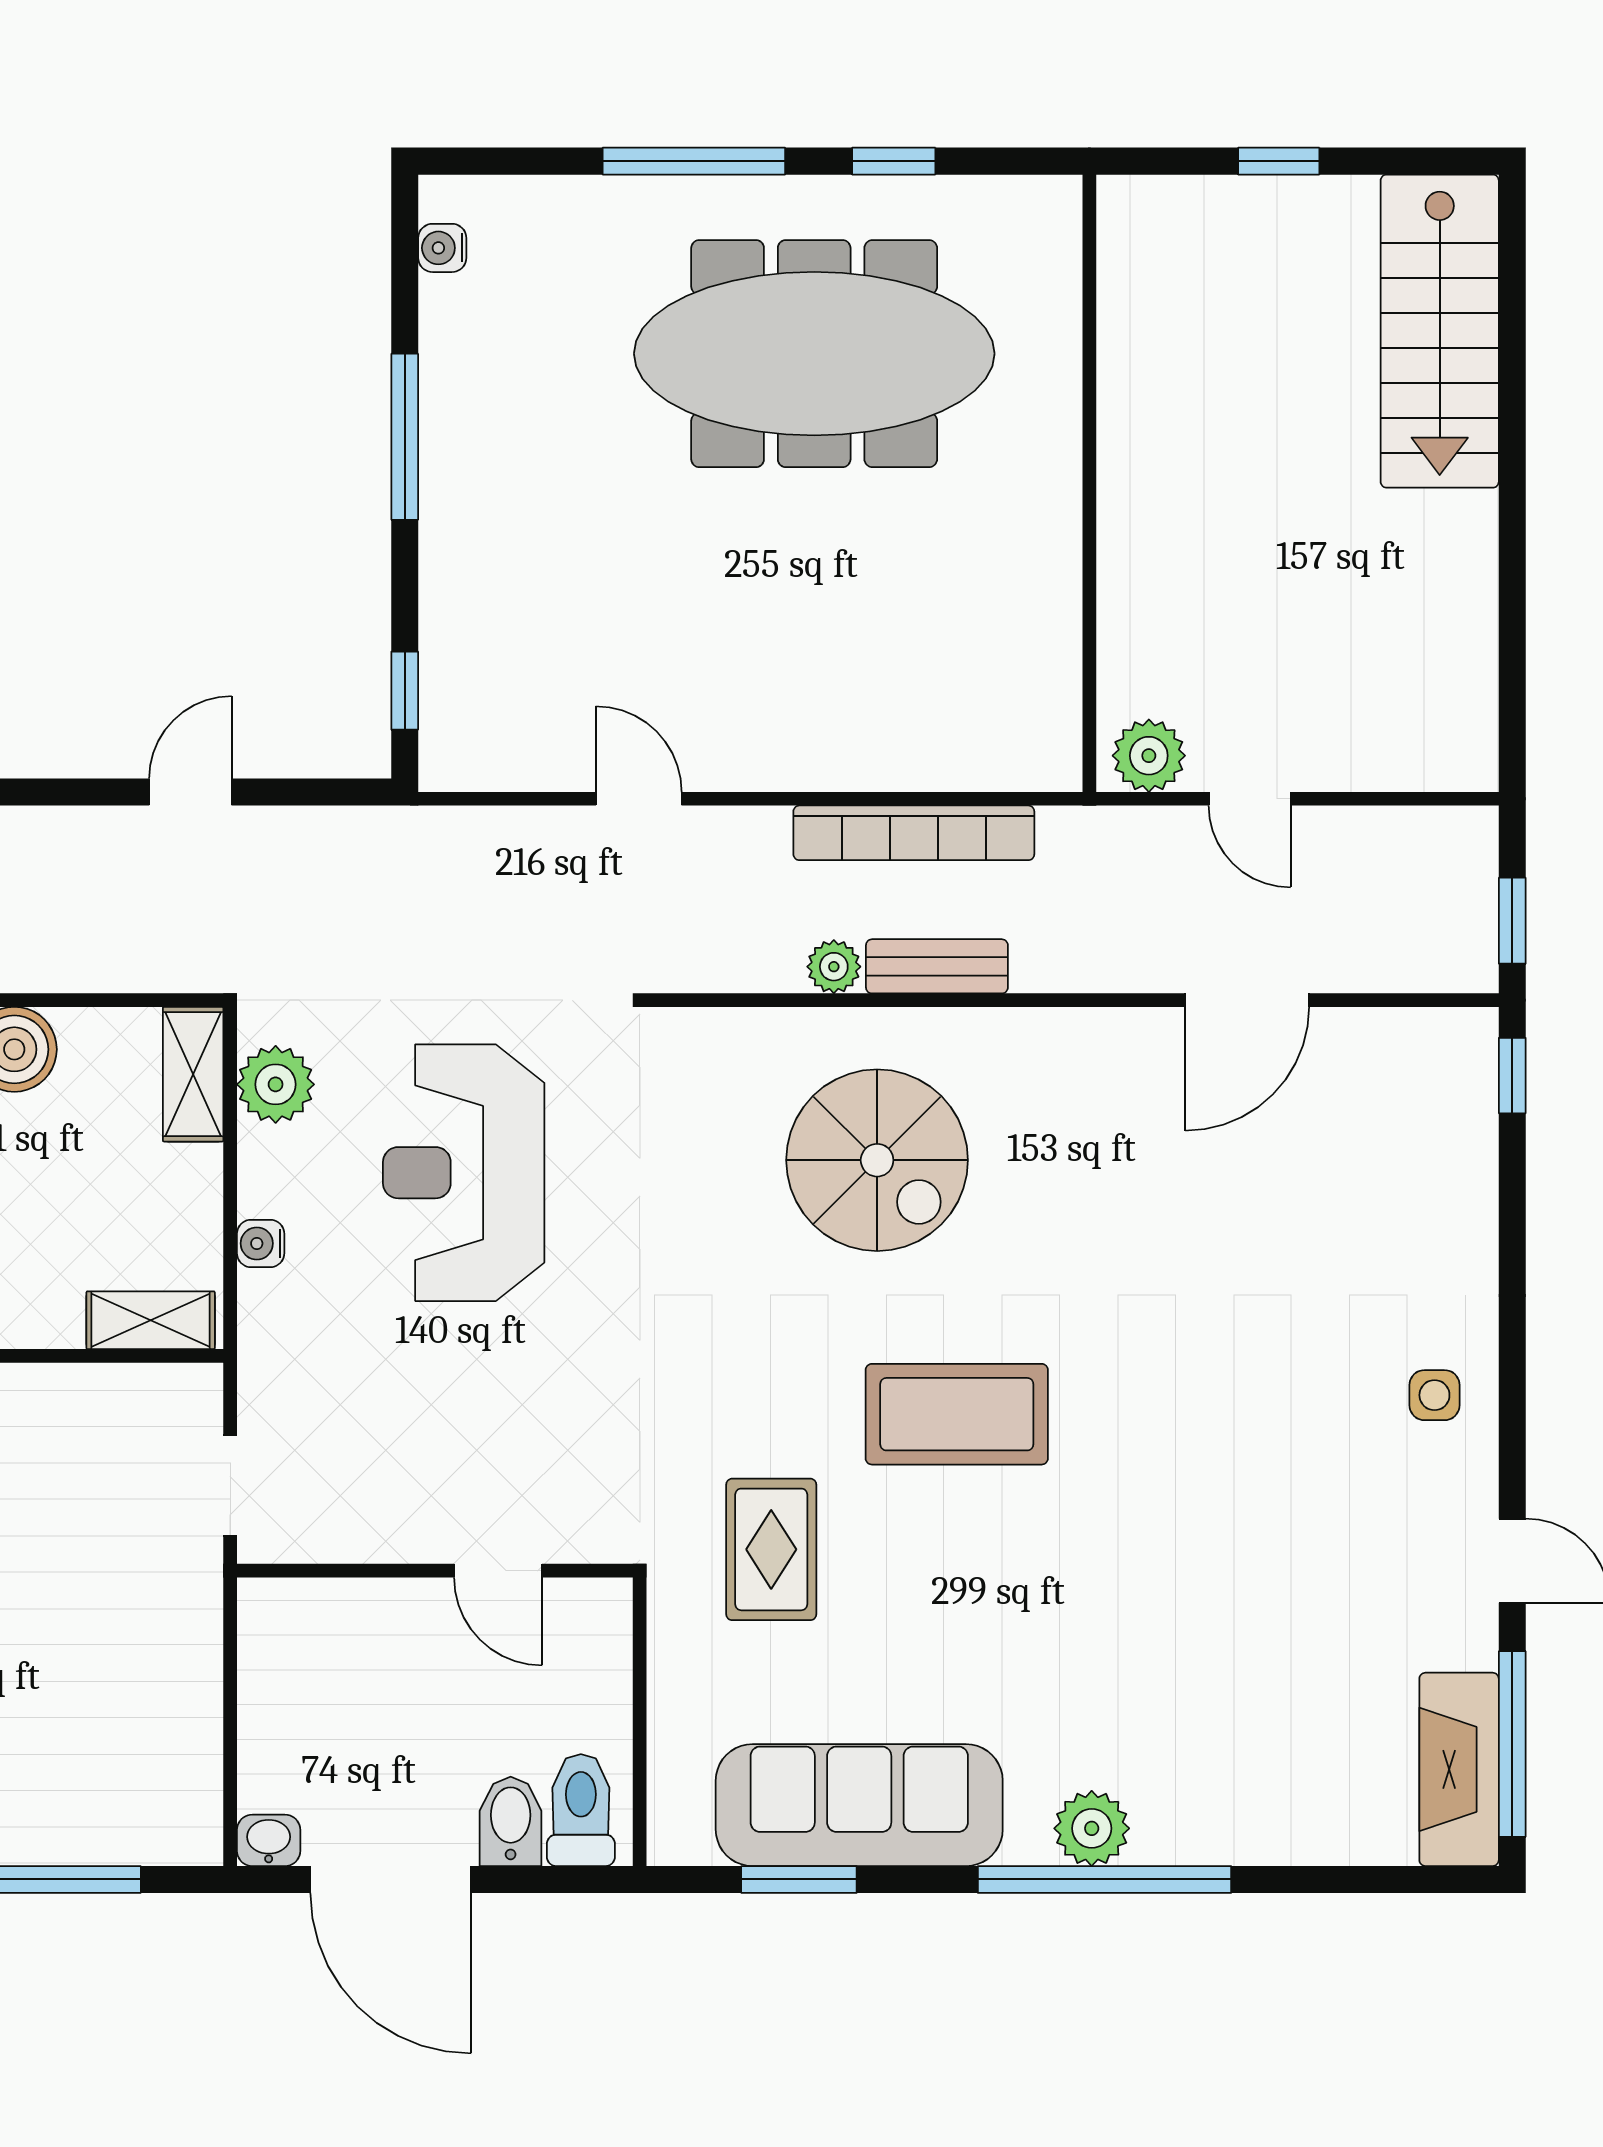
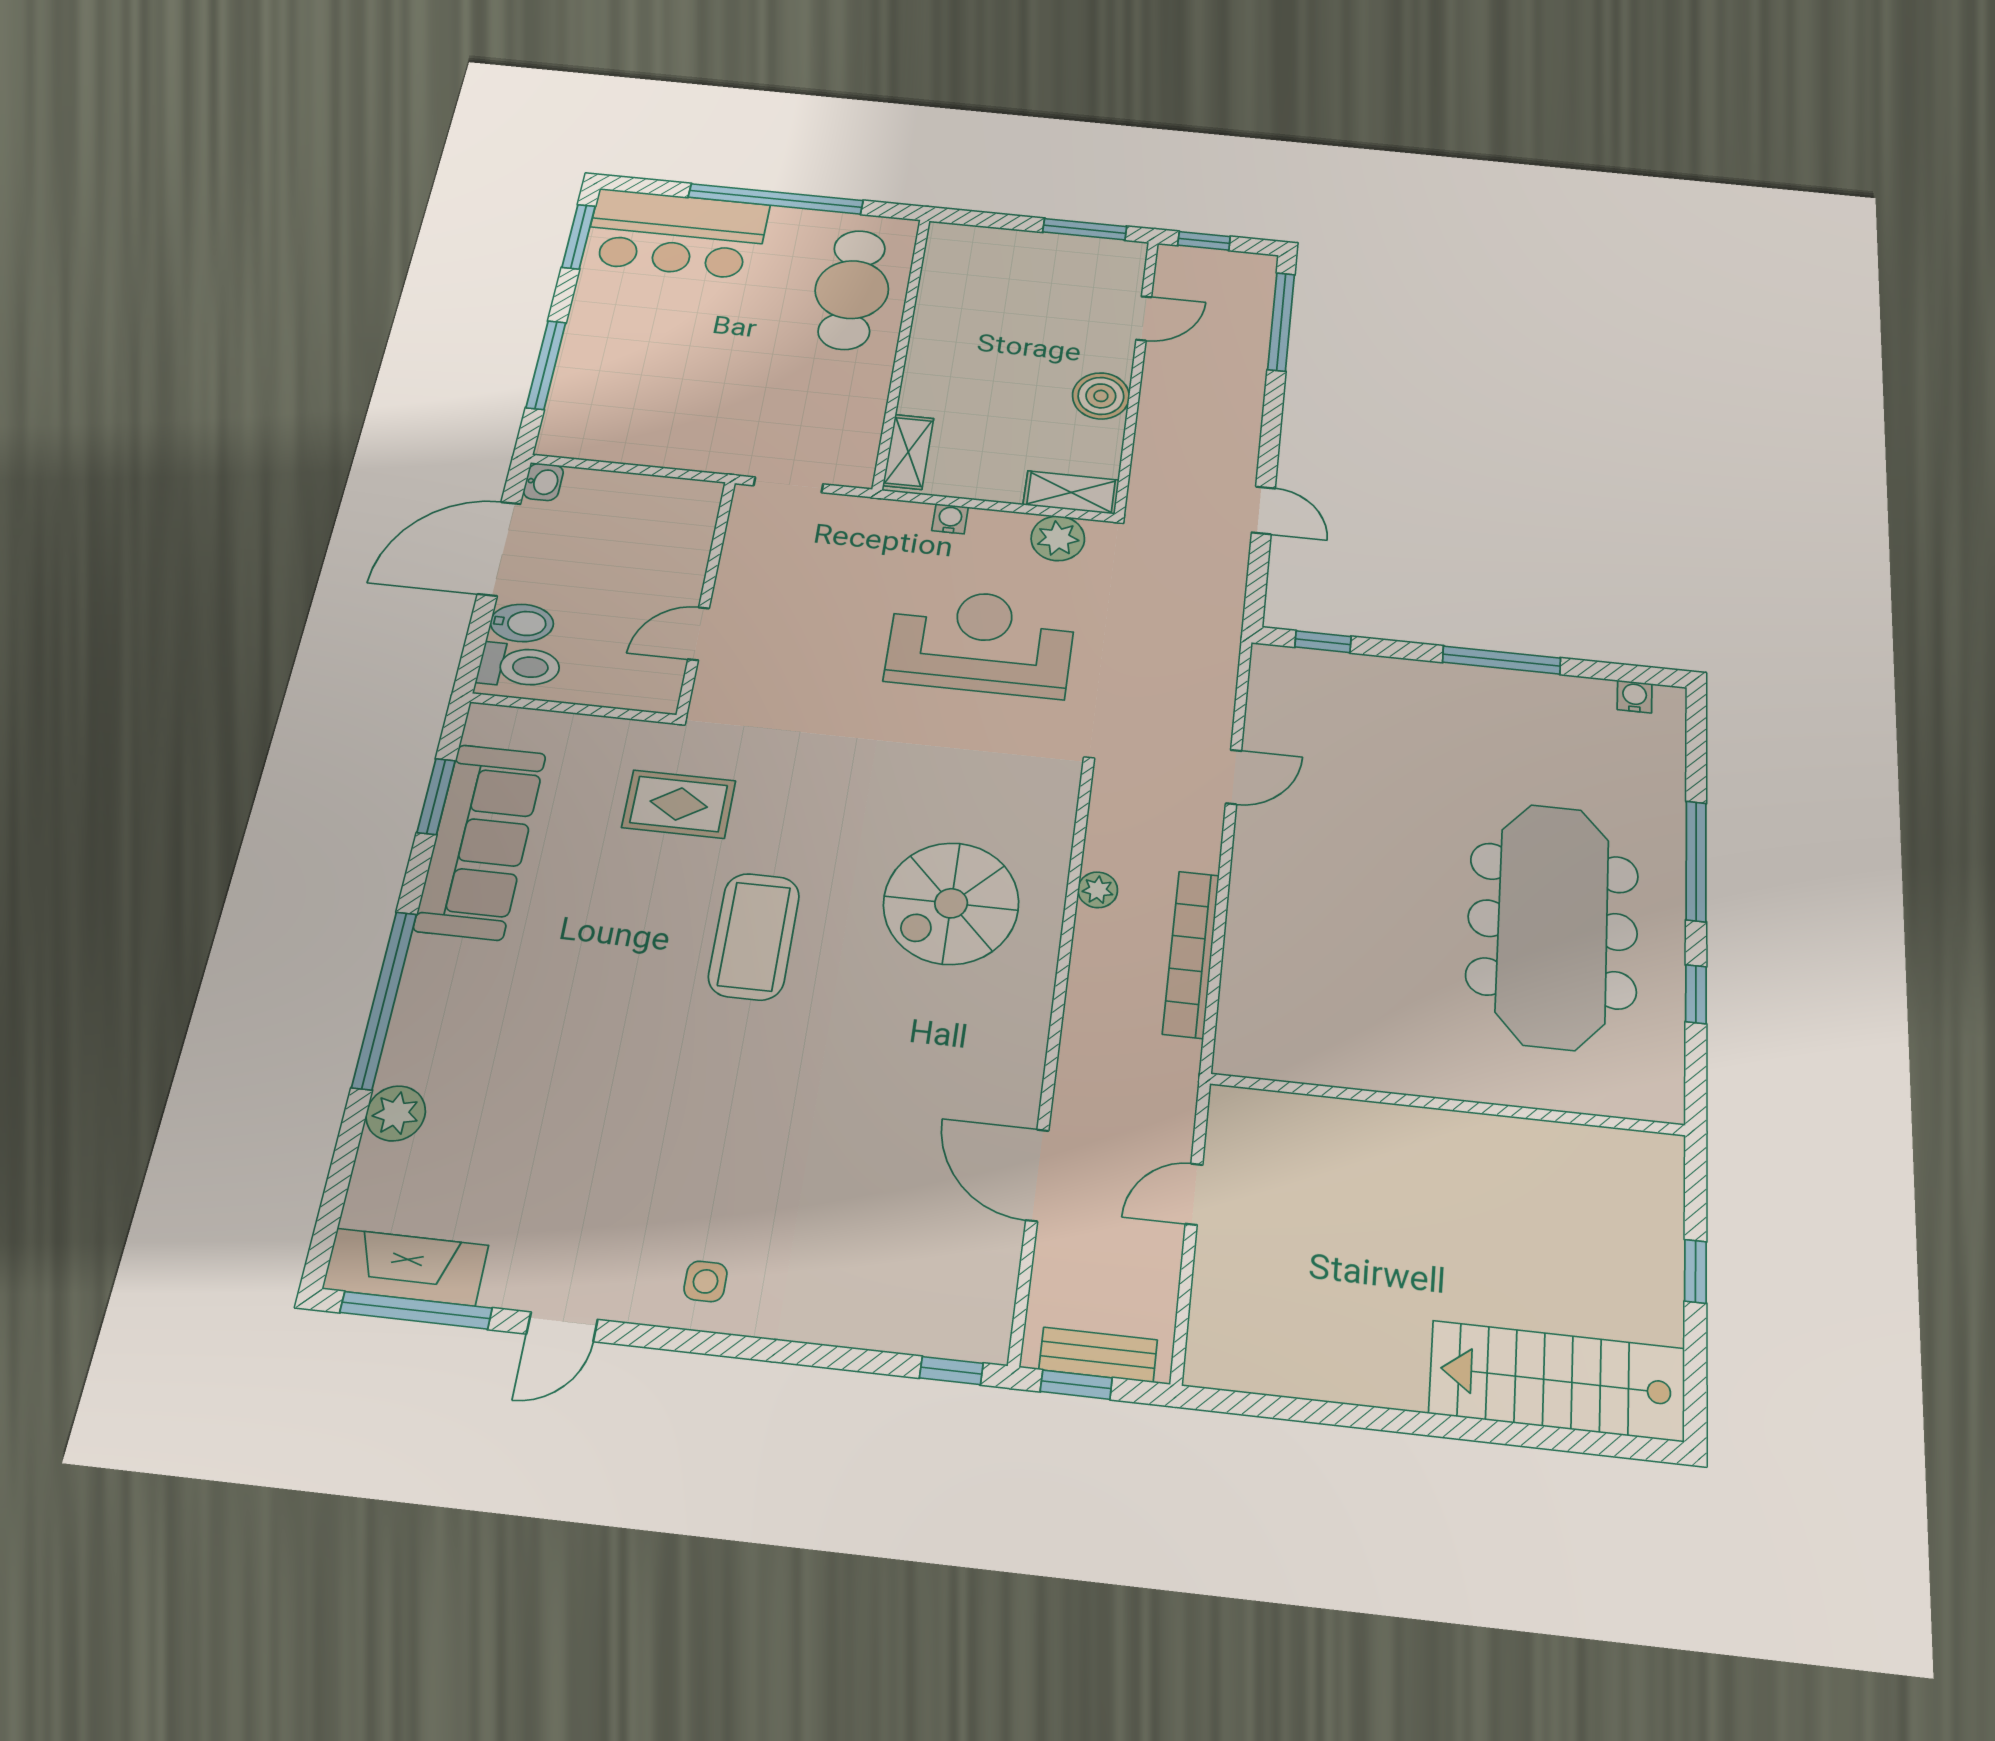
plant: (1149, 756) -> (1234, 1124), removed
bench: (937, 966) -> (1098, 1355), moved, turned 90
plant: (1092, 1828) -> (396, 1113), moved

